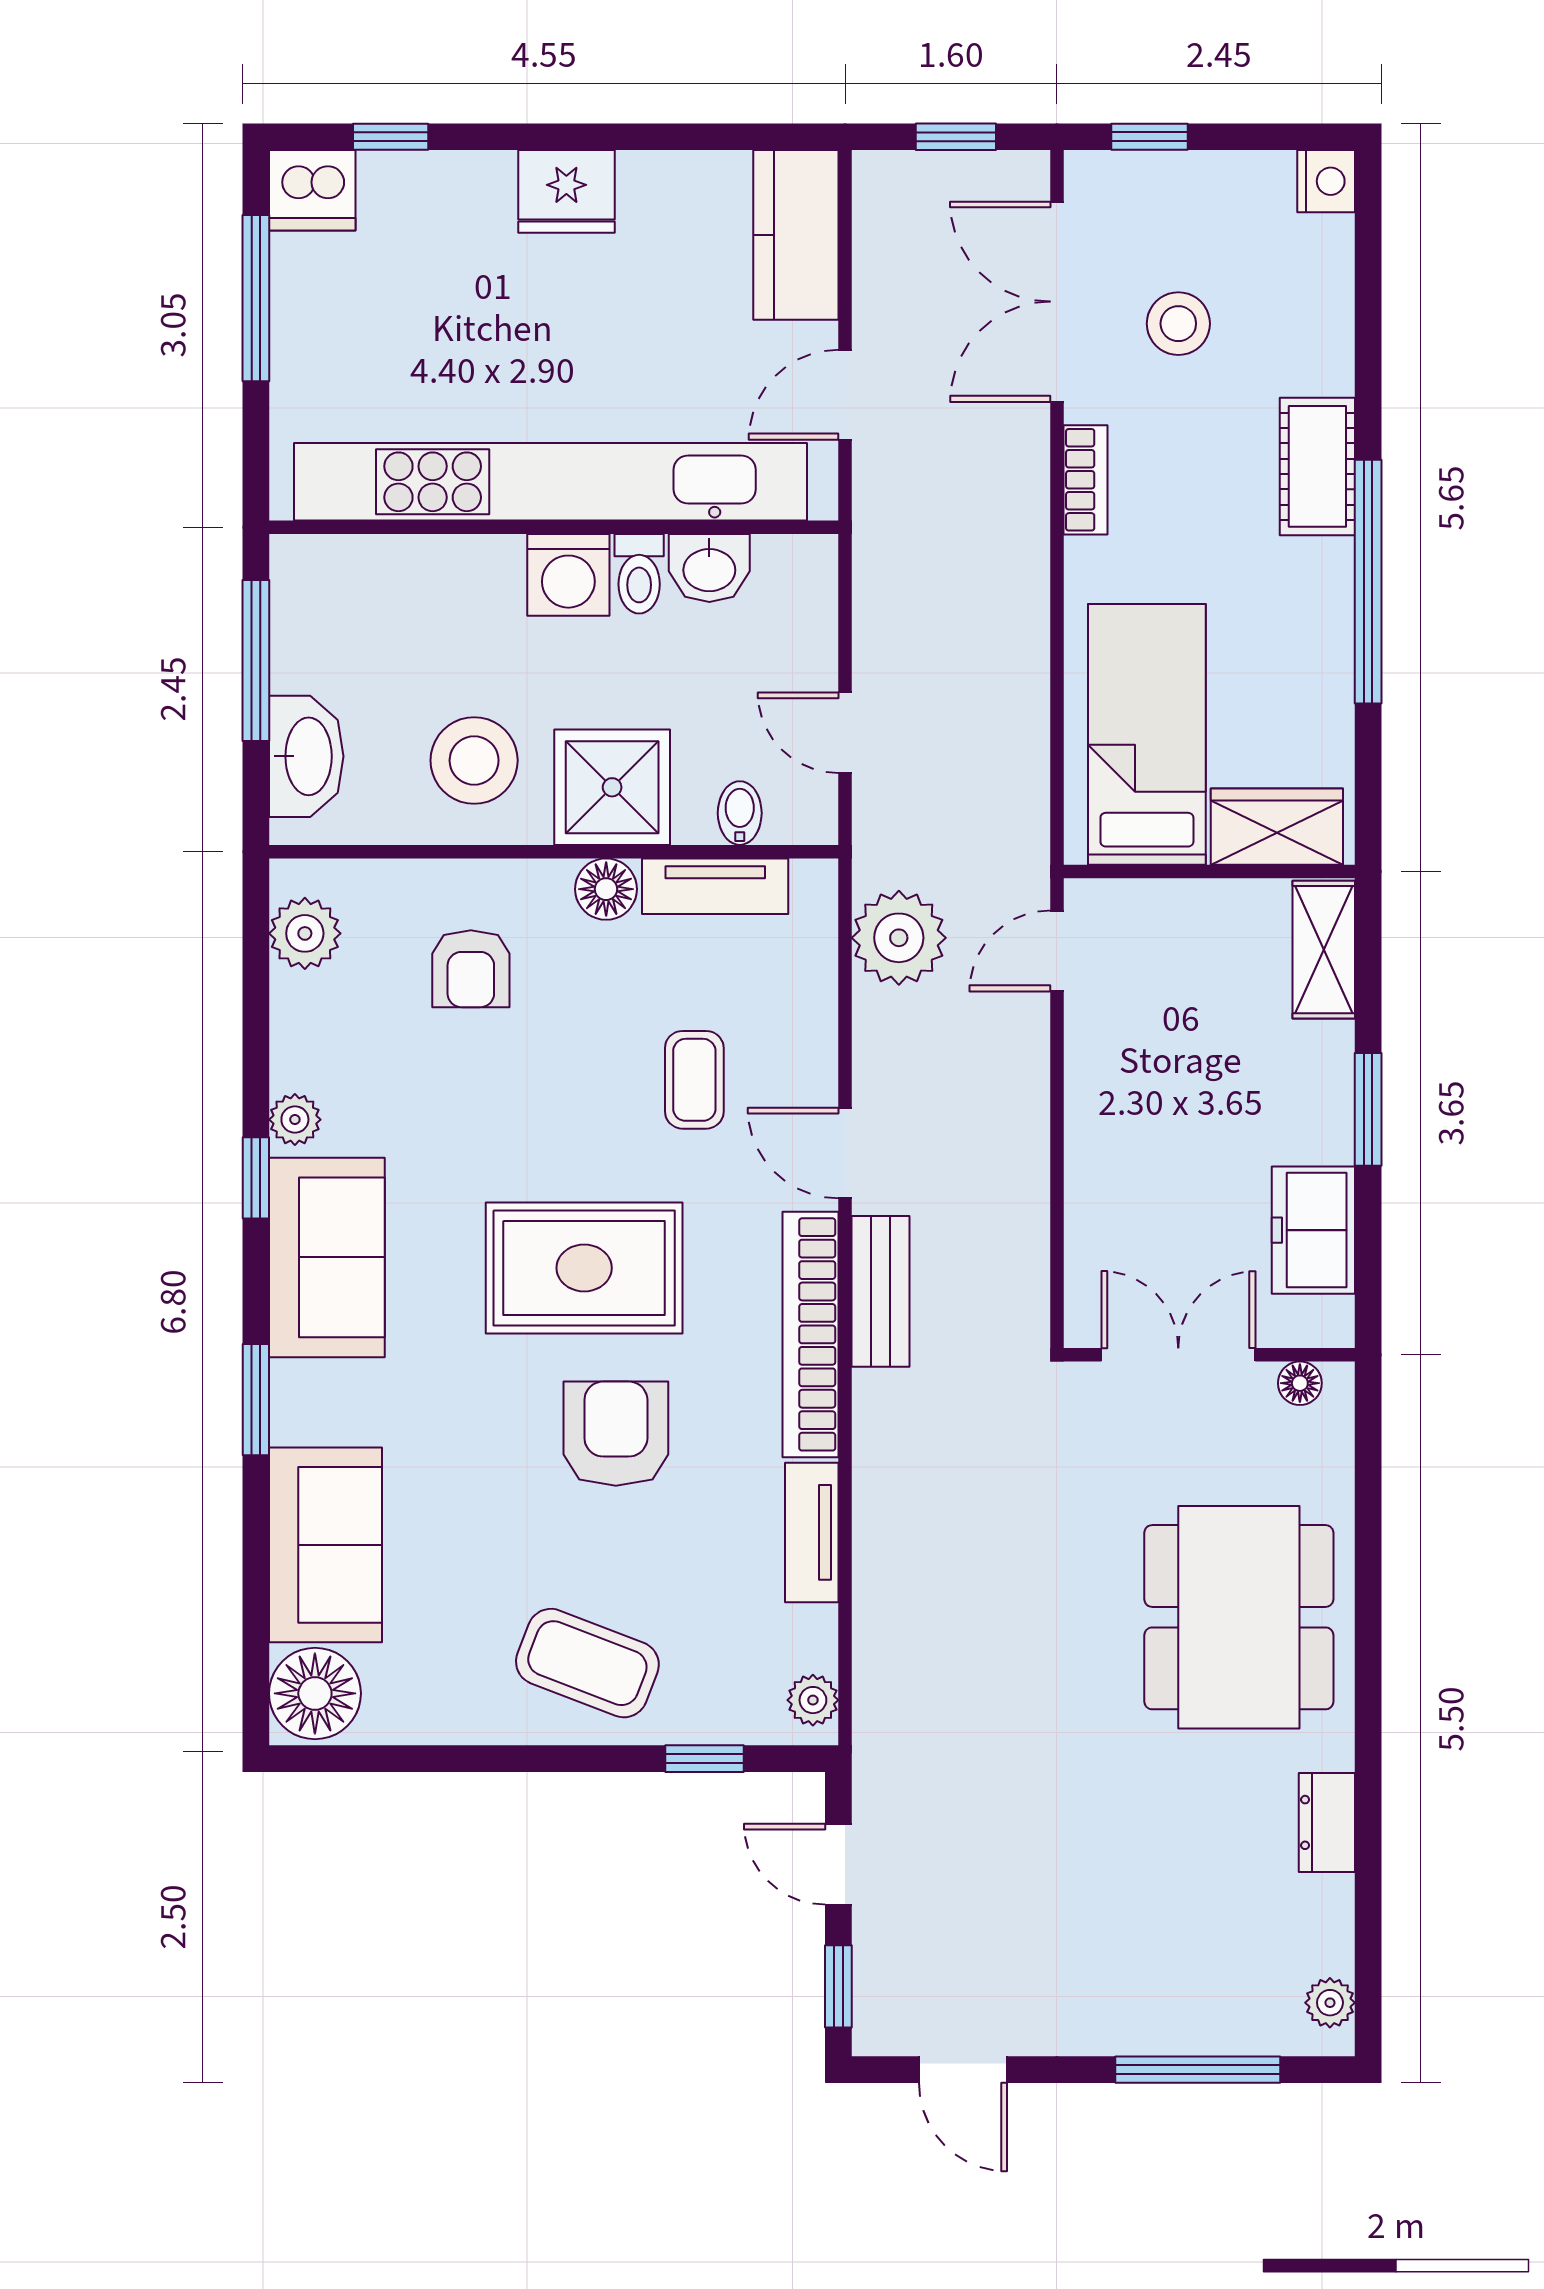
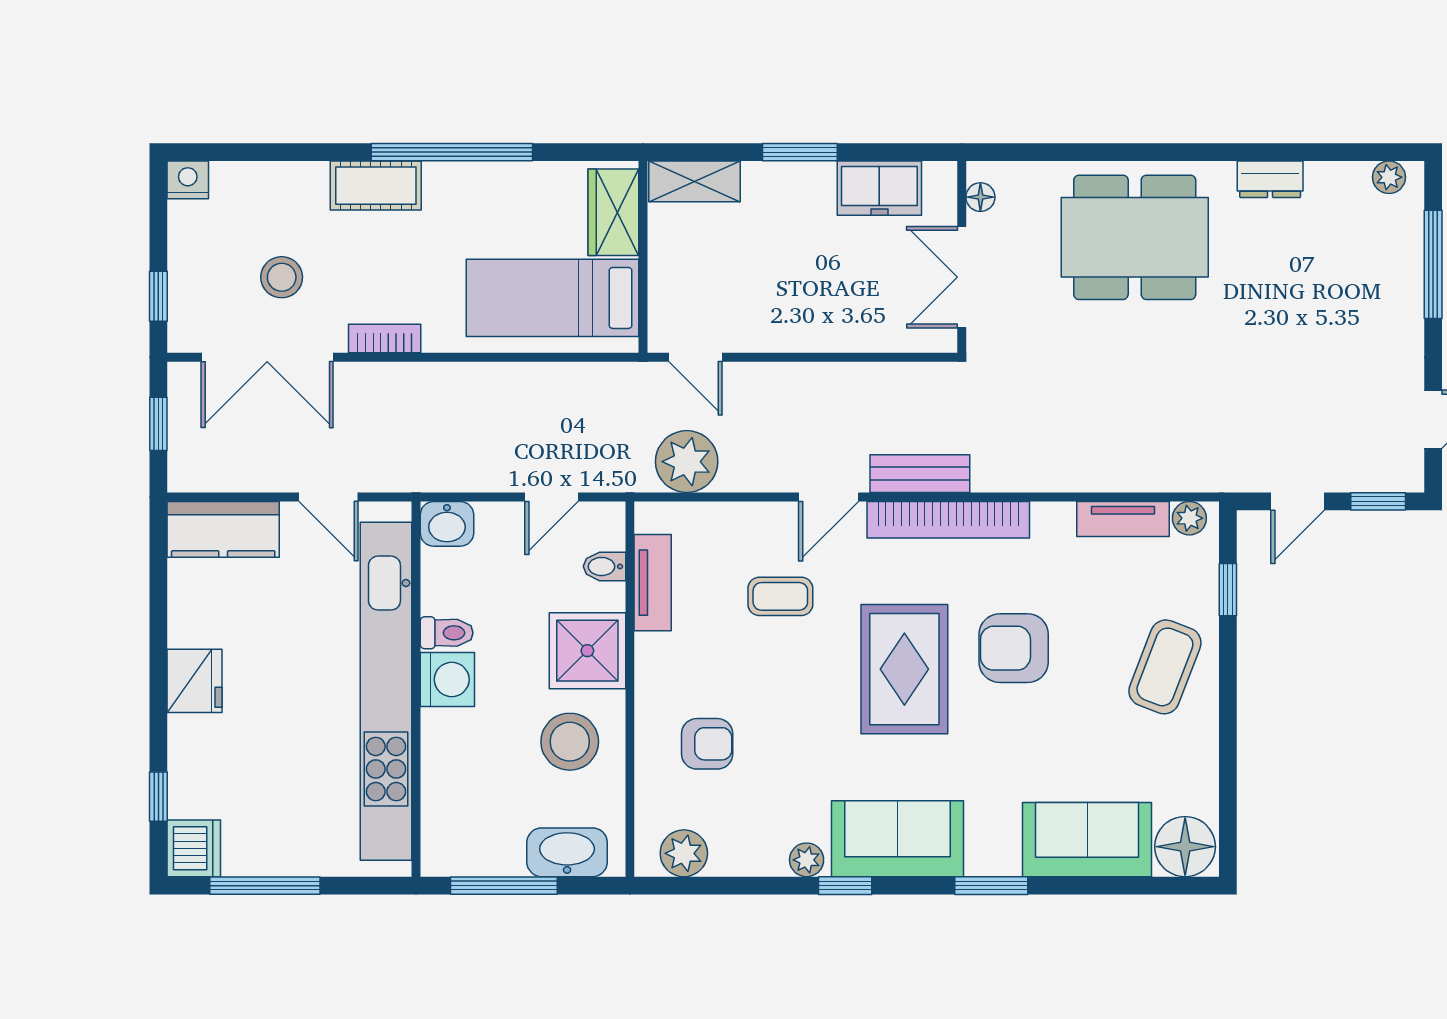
washbasin: (709, 568) -> (447, 524), moved, turned 90
floor lamp: (606, 889) -> (655, 655), removed
tv unit: (812, 1532) -> (1123, 519), moved

